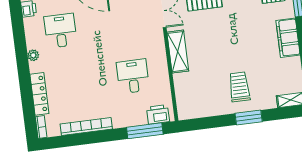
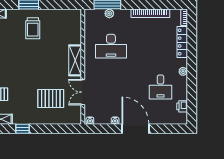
desk: (133, 76) -> (111, 46), width x1.37
printer: (158, 114) -> (96, 15), removed
plant: (141, 119) -> (109, 13), added

